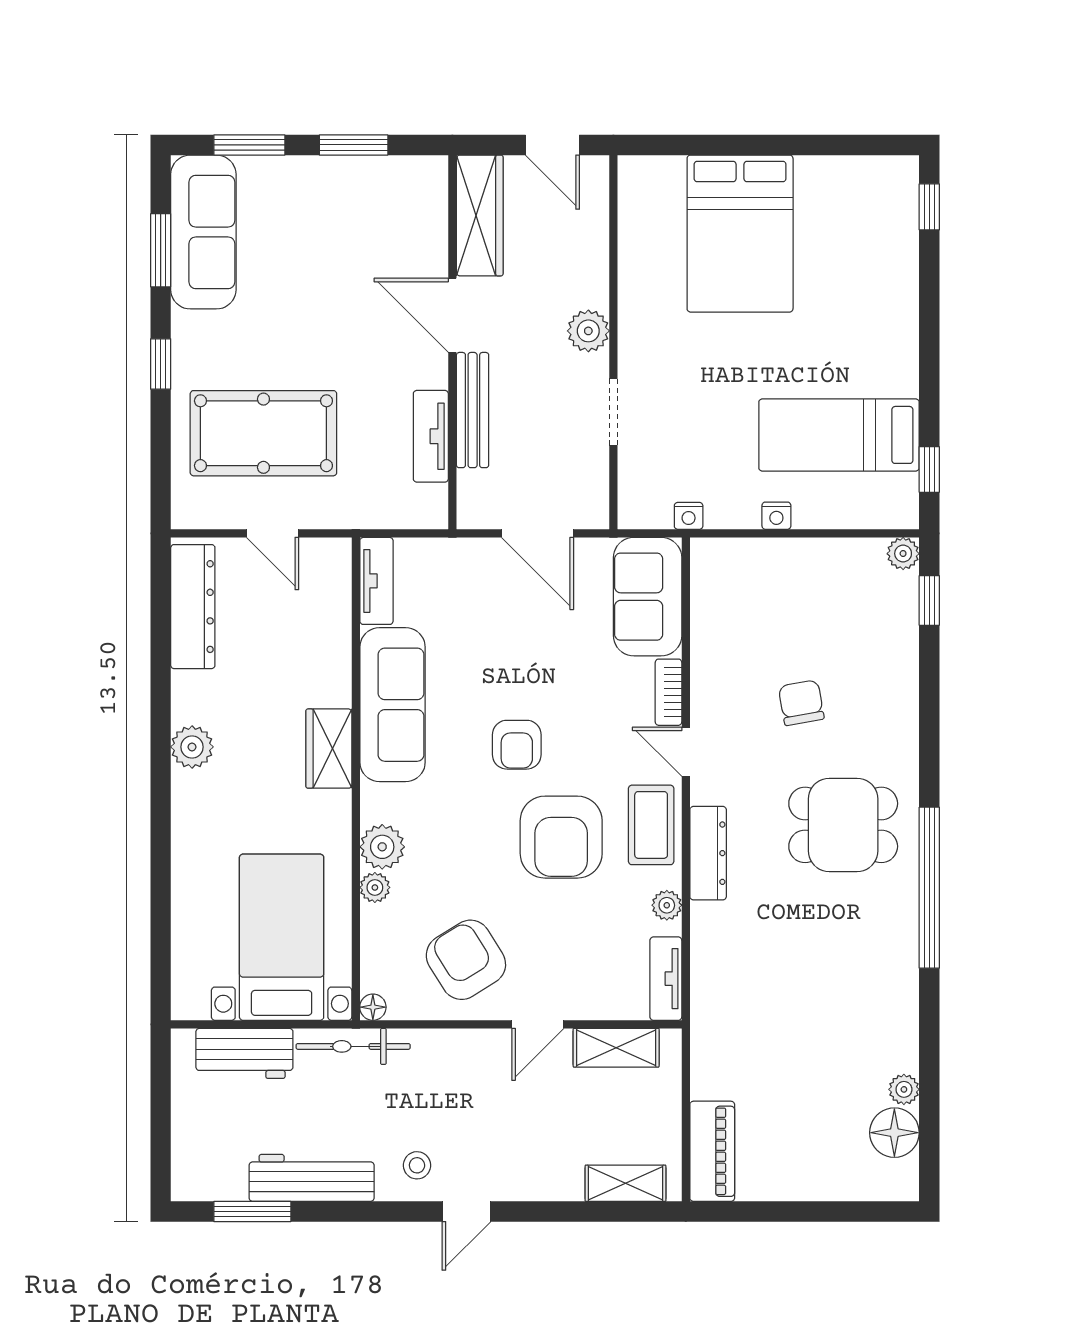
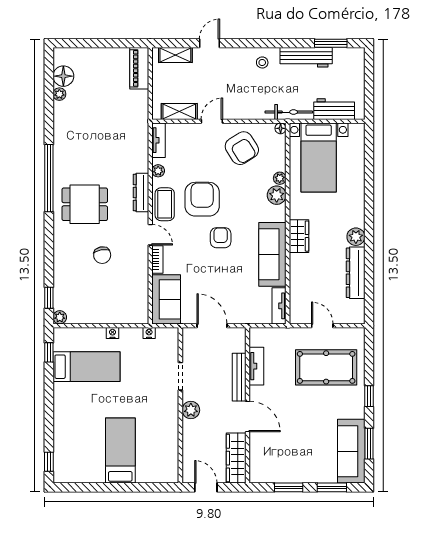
bed: (740, 234) -> (120, 451), width x0.67
dresser: (193, 607) -> (356, 273), moved
door: (466, 1211) -> (209, 43), moved

